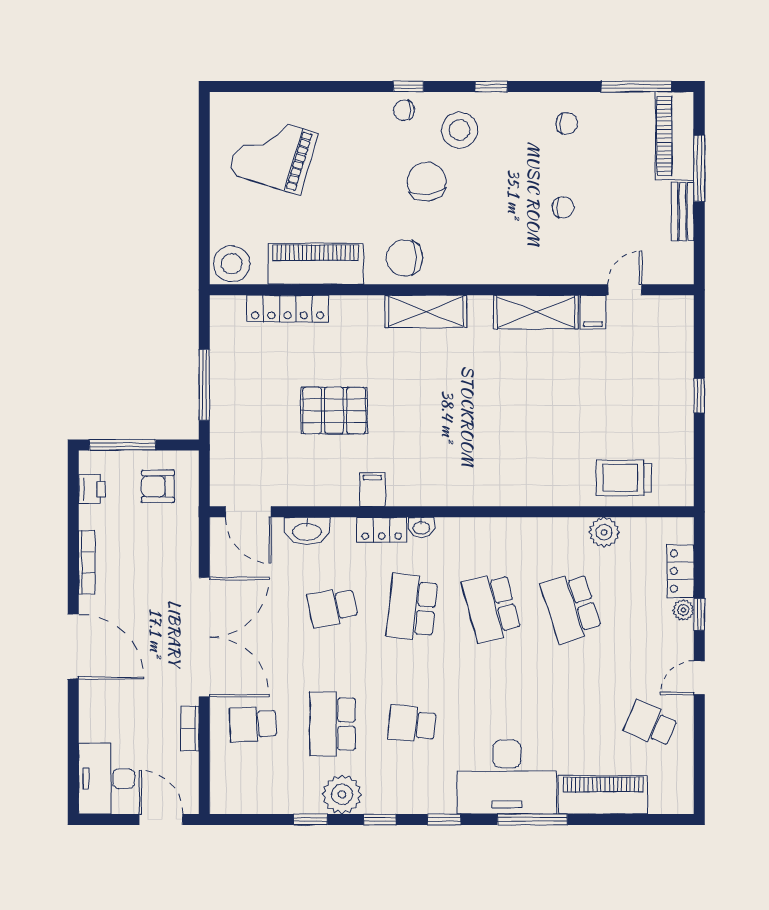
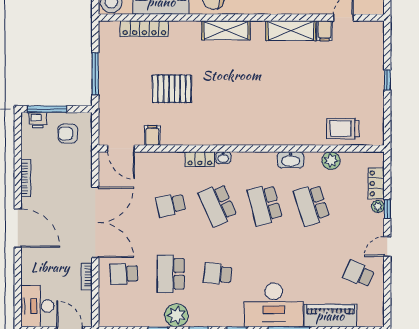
printer: (92, 489) -> (38, 120), moved, turned 90
filing cabinet: (372, 489) -> (152, 135), moved
washbasin: (307, 531) -> (291, 160), moved
school desk: (412, 607) -> (218, 205), turned -30

